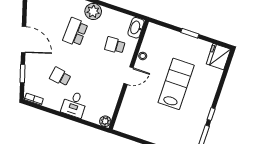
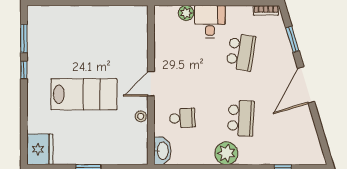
door: (24, 40) -> (306, 85), hinge flipped
school desk: (60, 77) -> (241, 52), width x1.85
lab bench: (176, 84) -> (84, 94), turned -90
plant: (105, 121) -> (186, 13), moved

